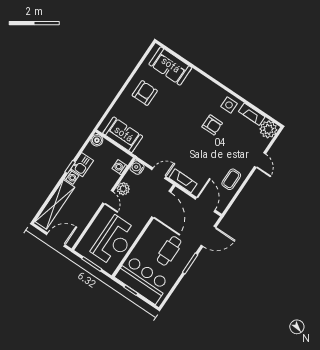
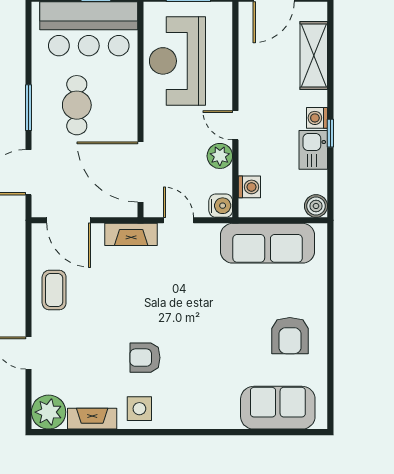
sofa: (123, 135) -> (268, 243), width x1.36
door: (159, 173) -> (179, 220), swing flipped
shelving: (55, 204) -> (314, 55), width x0.68

